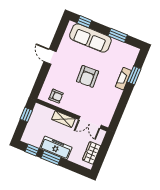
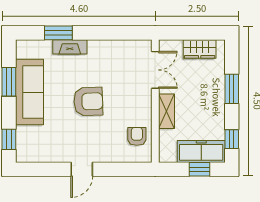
sofa: (90, 38) -> (29, 92), moved
window: (26, 115) -> (200, 169), moved
freezer: (56, 148) -> (201, 152), moved, turned 90
window: (51, 158) -> (232, 89), moved

